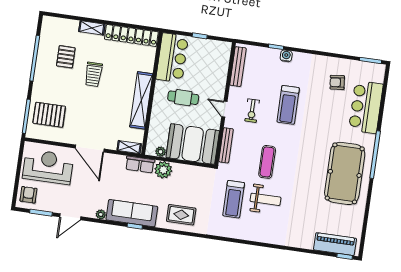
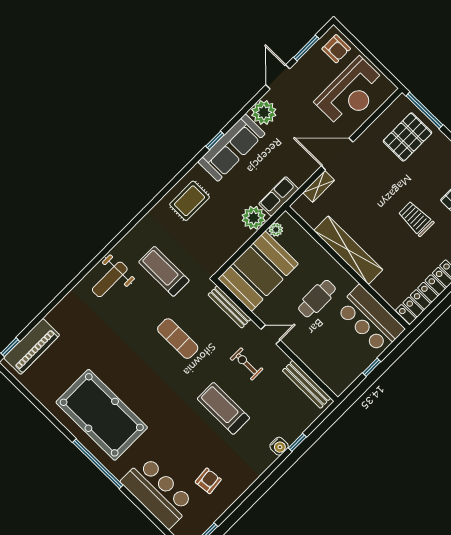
shelving: (129, 147) -> (319, 186), moved
weight bench: (265, 199) -> (110, 279), moved
plant: (101, 214) -> (264, 112), width x1.87, depth x1.87

